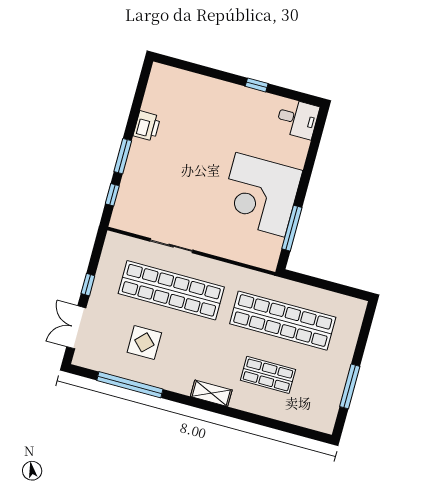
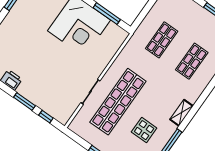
shop shelf: (283, 321) -> (162, 40), width x0.50, depth x0.74
shelving: (211, 393) -> (182, 113), moved

